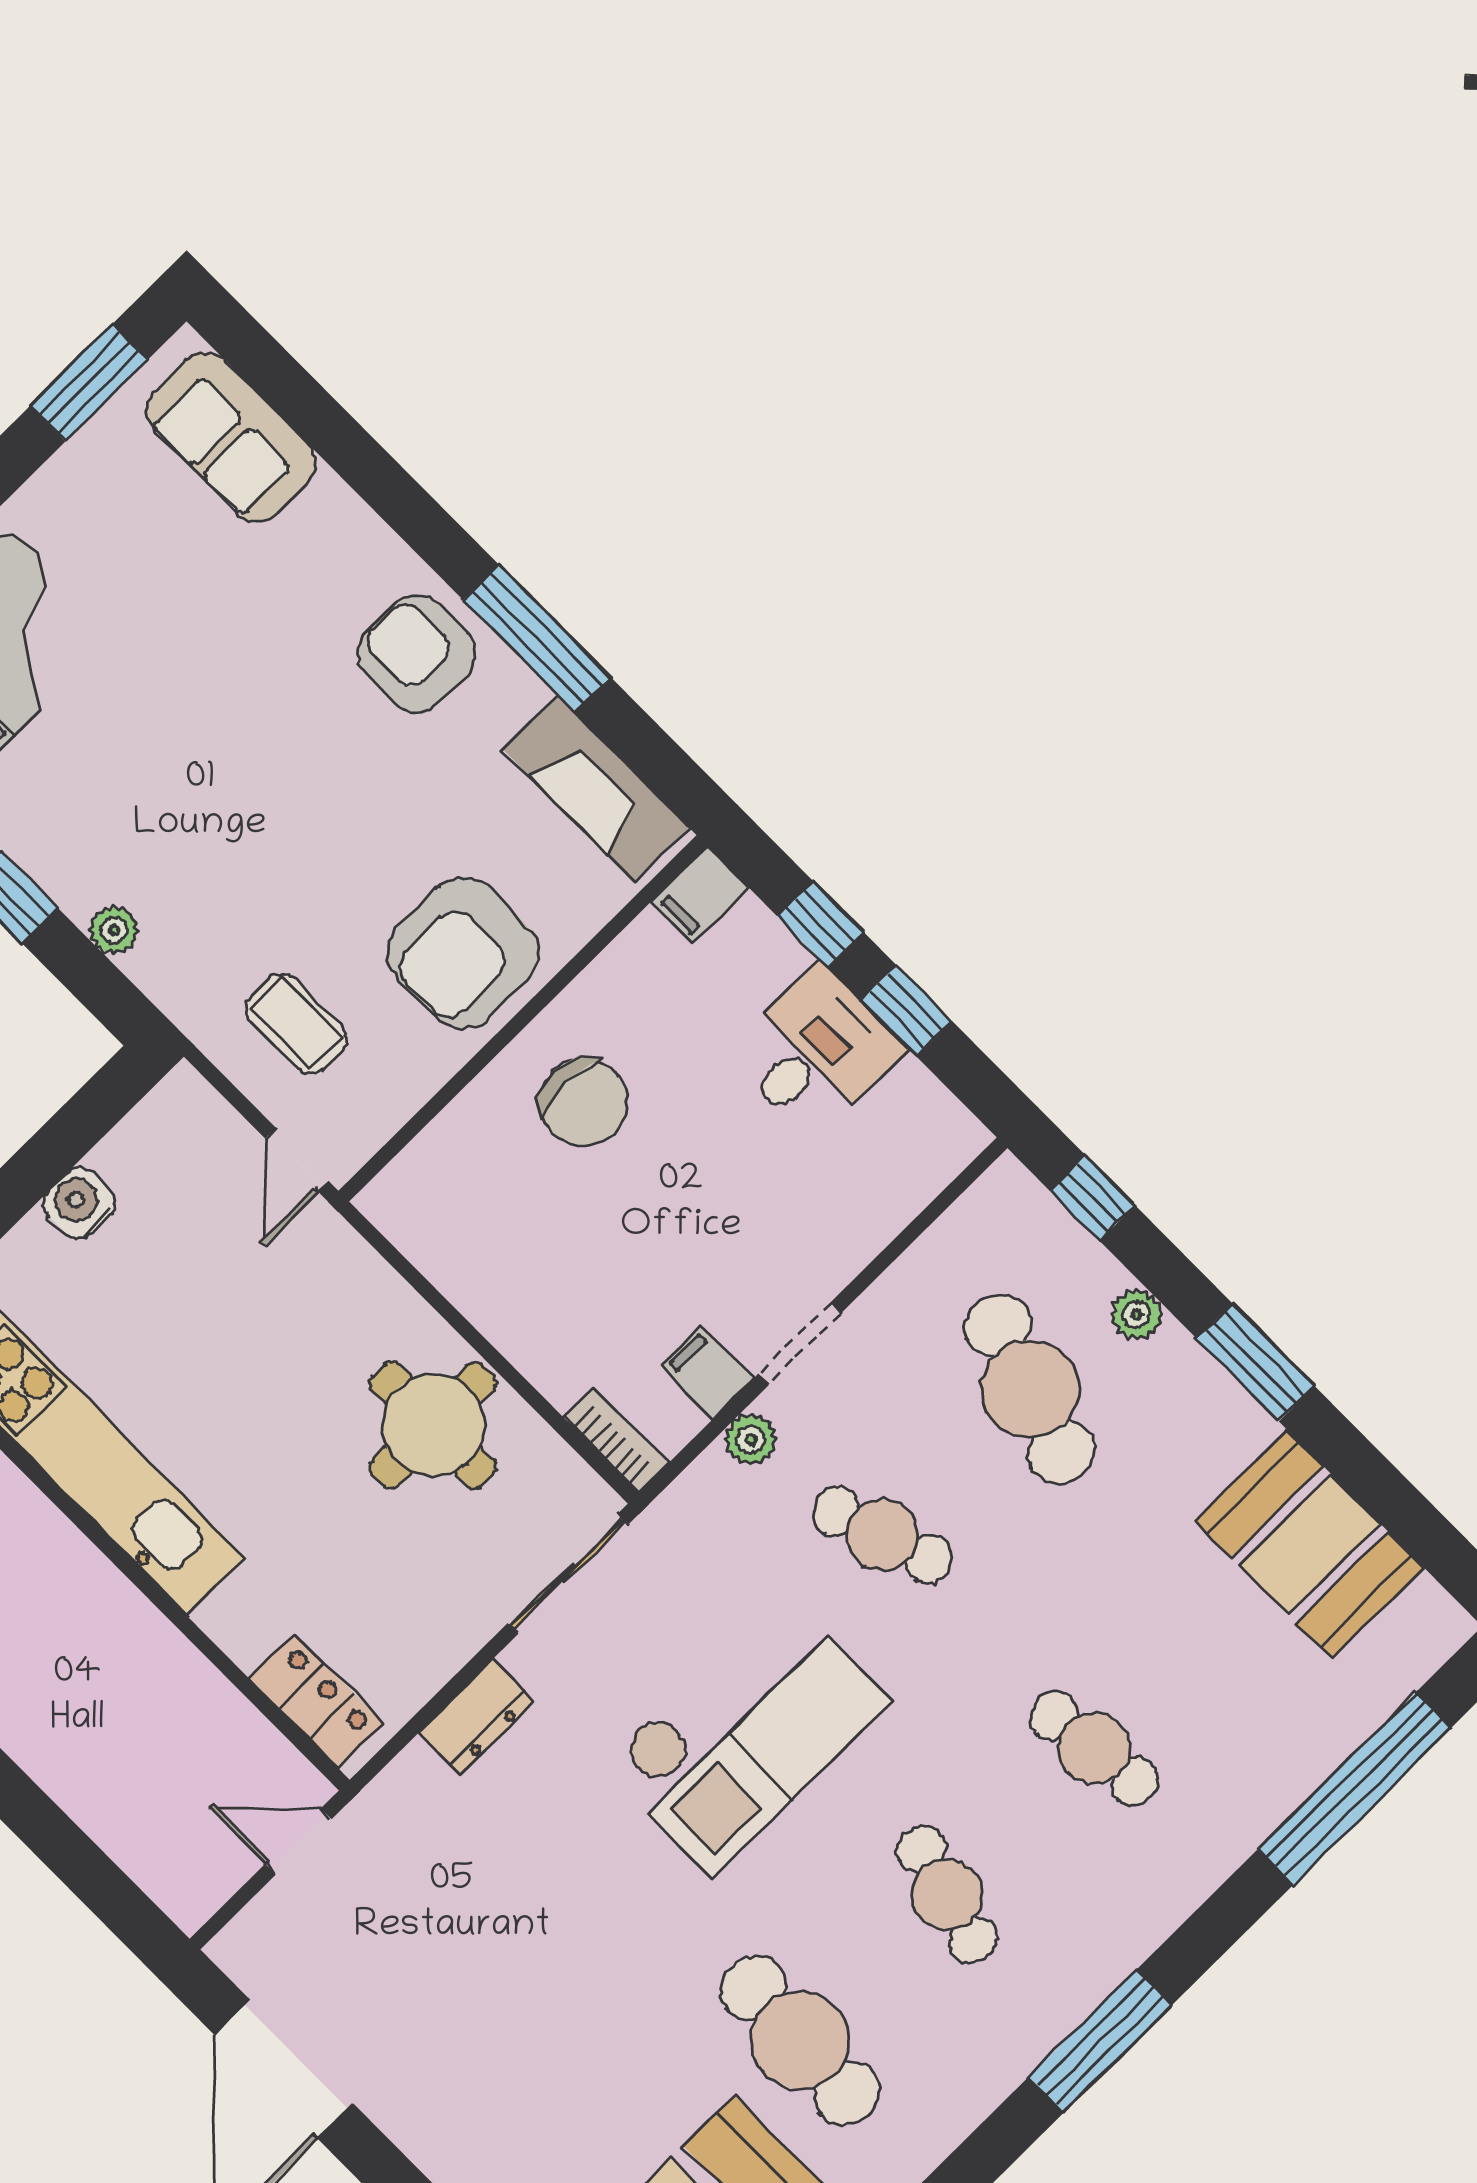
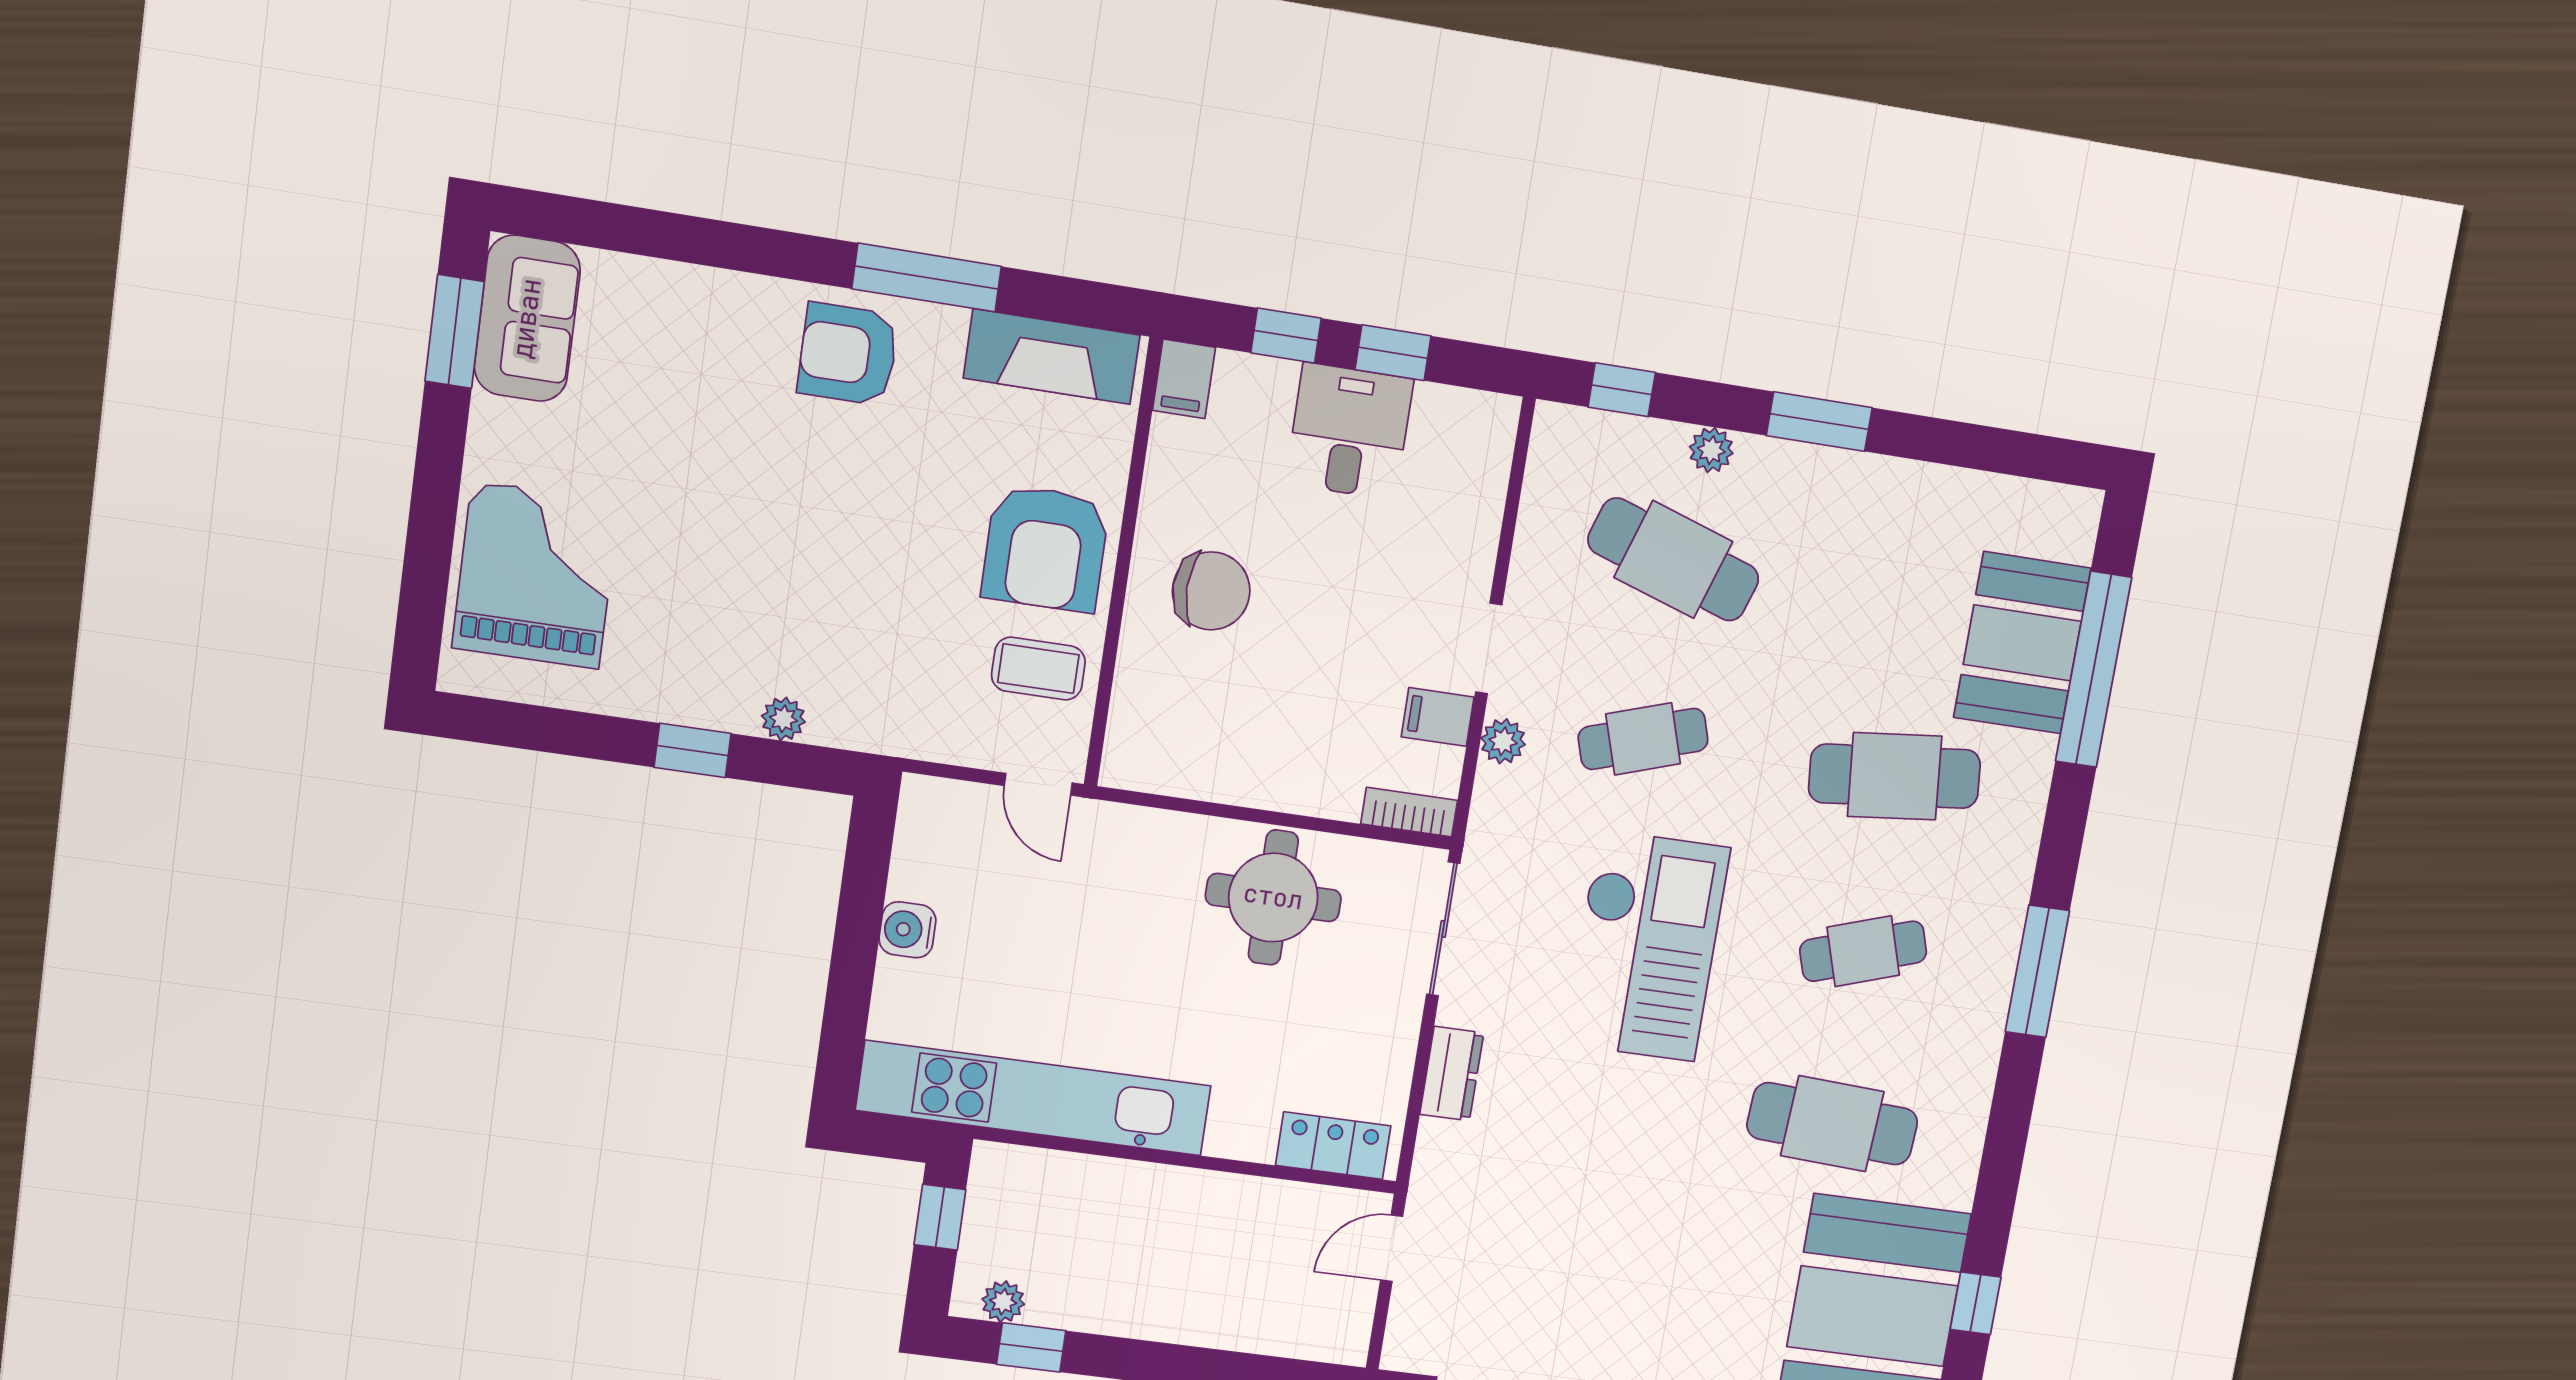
sofa: (231, 437) -> (527, 318), moved, turned -90
coffee table: (296, 1024) -> (1038, 669), moved
booth: (1310, 1544) -> (2022, 643), moved, turned 90
cafe table: (1094, 1748) -> (1895, 776), width x1.37, depth x1.35
cafe table: (947, 1894) -> (1863, 951), turned -33

